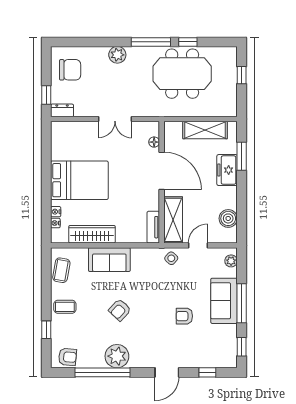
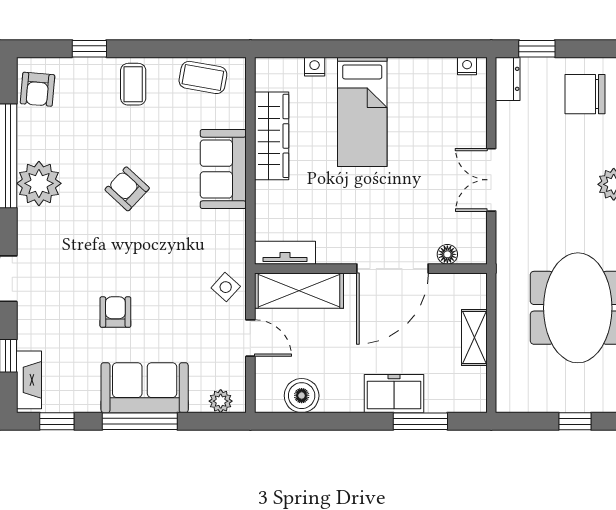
chair: (70, 70) -> (585, 94), turned 90
shelving: (205, 130) -> (474, 337), width x0.67, depth x0.75
bed: (79, 180) -> (362, 112), width x0.67
nightstand: (55, 223) -> (467, 66), moved
fireplace: (220, 361) -> (29, 380), added

